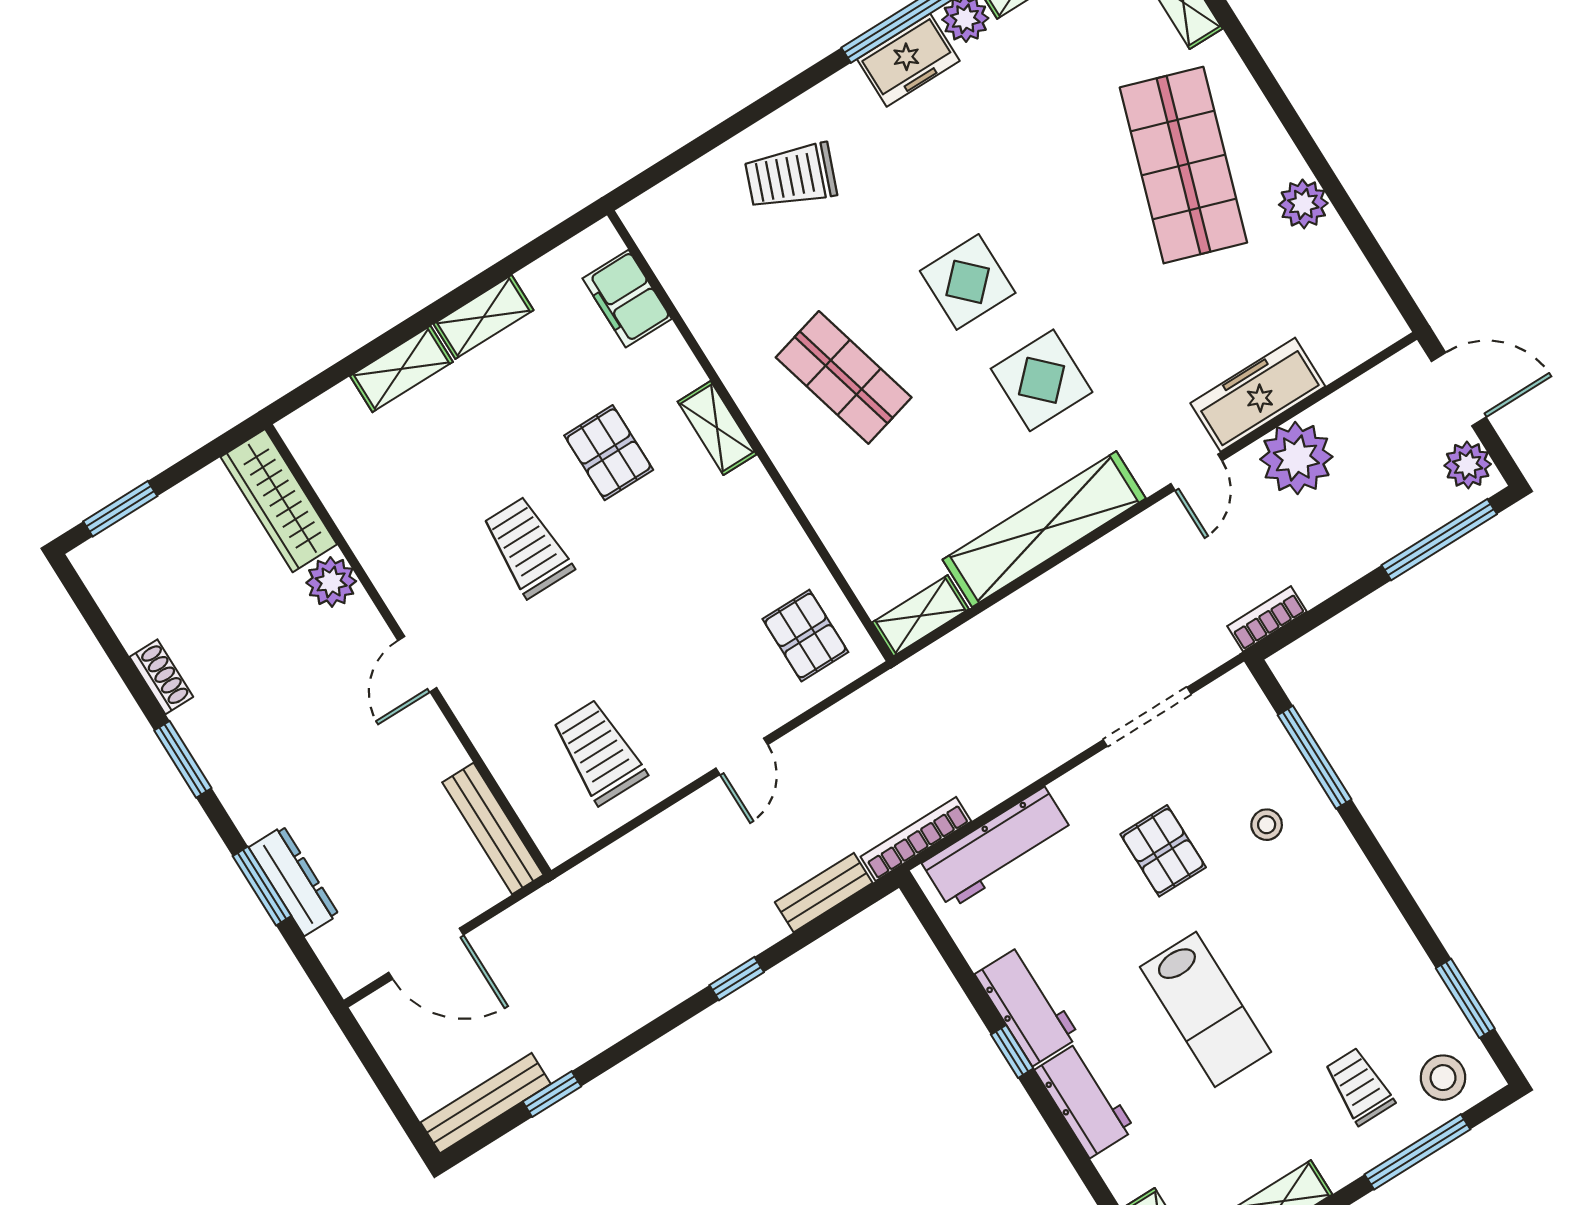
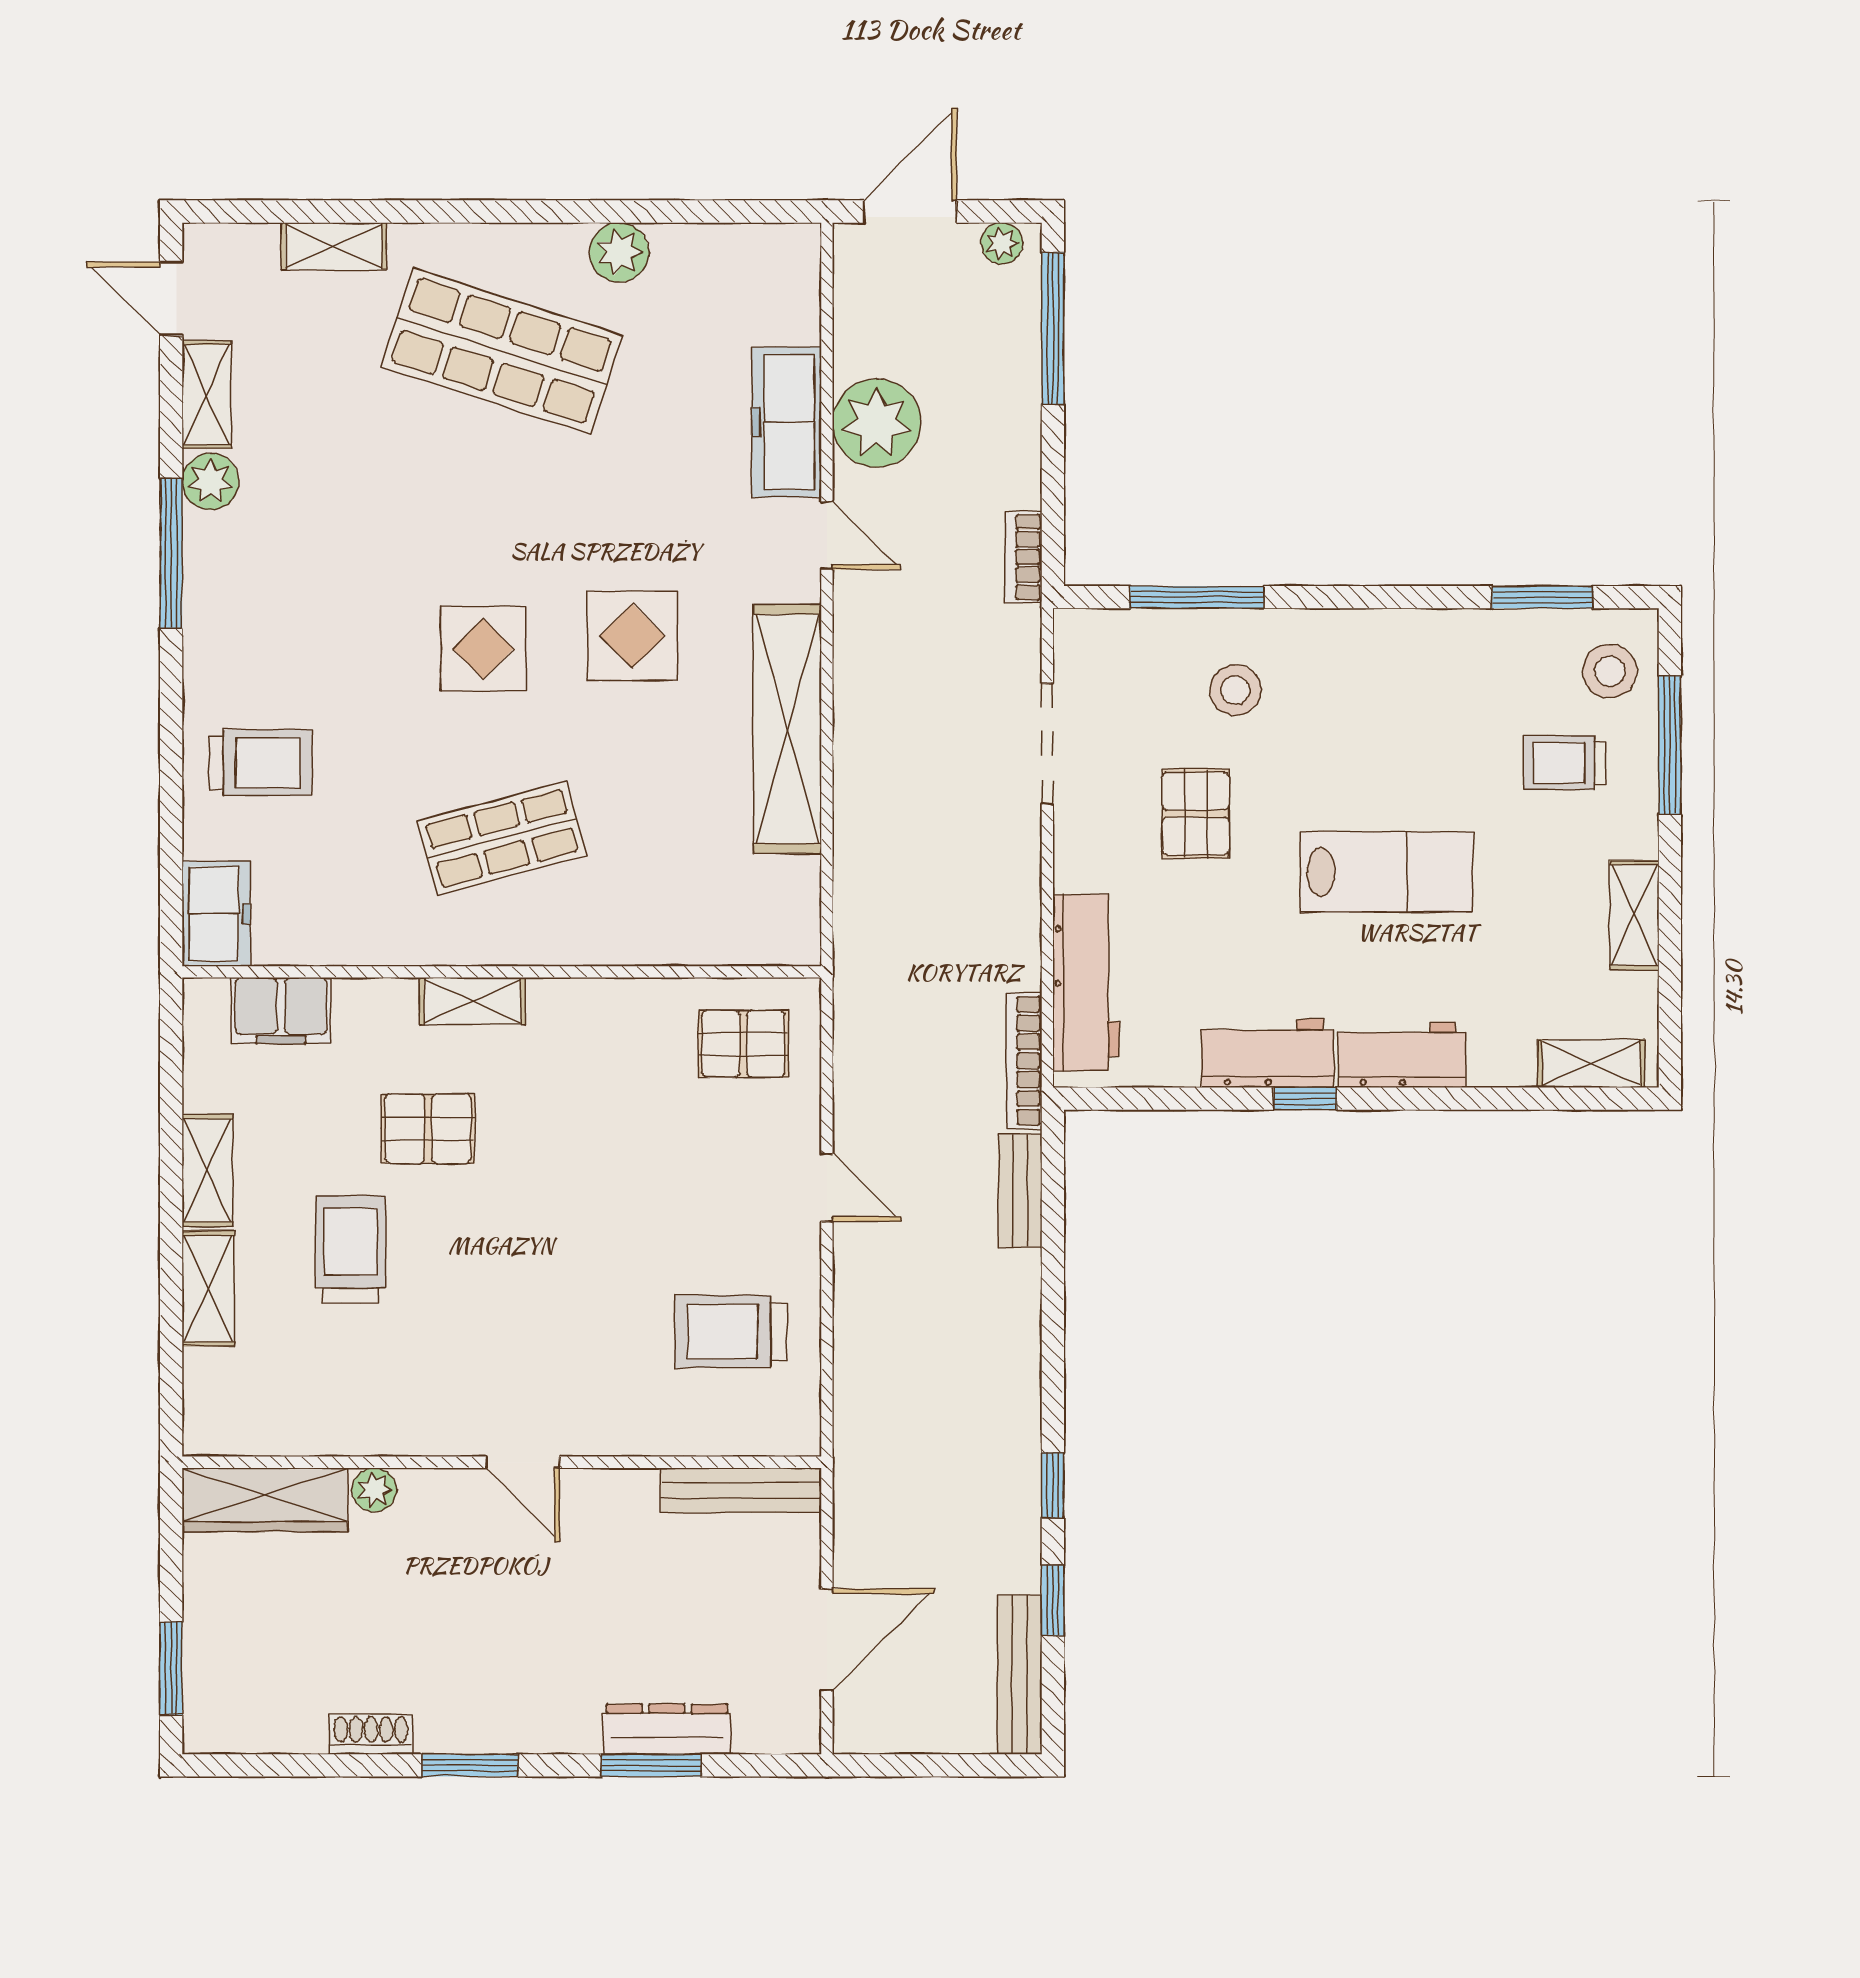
freezer: (908, 60) -> (216, 914), moved
trolley: (791, 176) -> (260, 763), turned -111
plant: (1468, 465) -> (1002, 243), width x0.73, depth x0.73
trolley: (528, 547) -> (350, 1249), moved, turned 90
plant: (331, 582) -> (374, 1490), width x0.73, depth x0.73
shelving: (921, 616) -> (797, 912), removed
stool: (1267, 825) -> (1235, 690), width x1.37, depth x1.37
pallet: (1163, 851) -> (1196, 814), turned 90
window: (737, 979) -> (1053, 1485), moved

